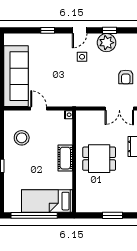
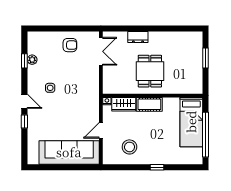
door: (80, 30) -> (24, 101), moved
plant: (107, 43) -> (32, 60), width x0.53, depth x0.53
wardrobe: (65, 132) -> (124, 104), added

